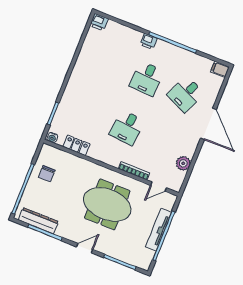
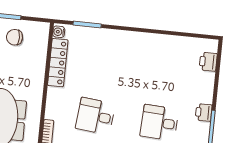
printer: (99, 22) -> (208, 62), moved
locker: (76, 145) -> (58, 63), width x1.53

